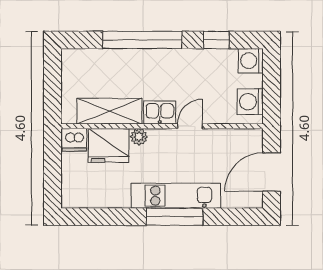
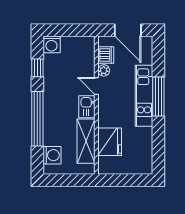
washing machine: (250, 102) -> (52, 155), moved, turned -90
plant: (139, 137) -> (104, 70), moved
dishwasher: (74, 140) -> (106, 55), moved

